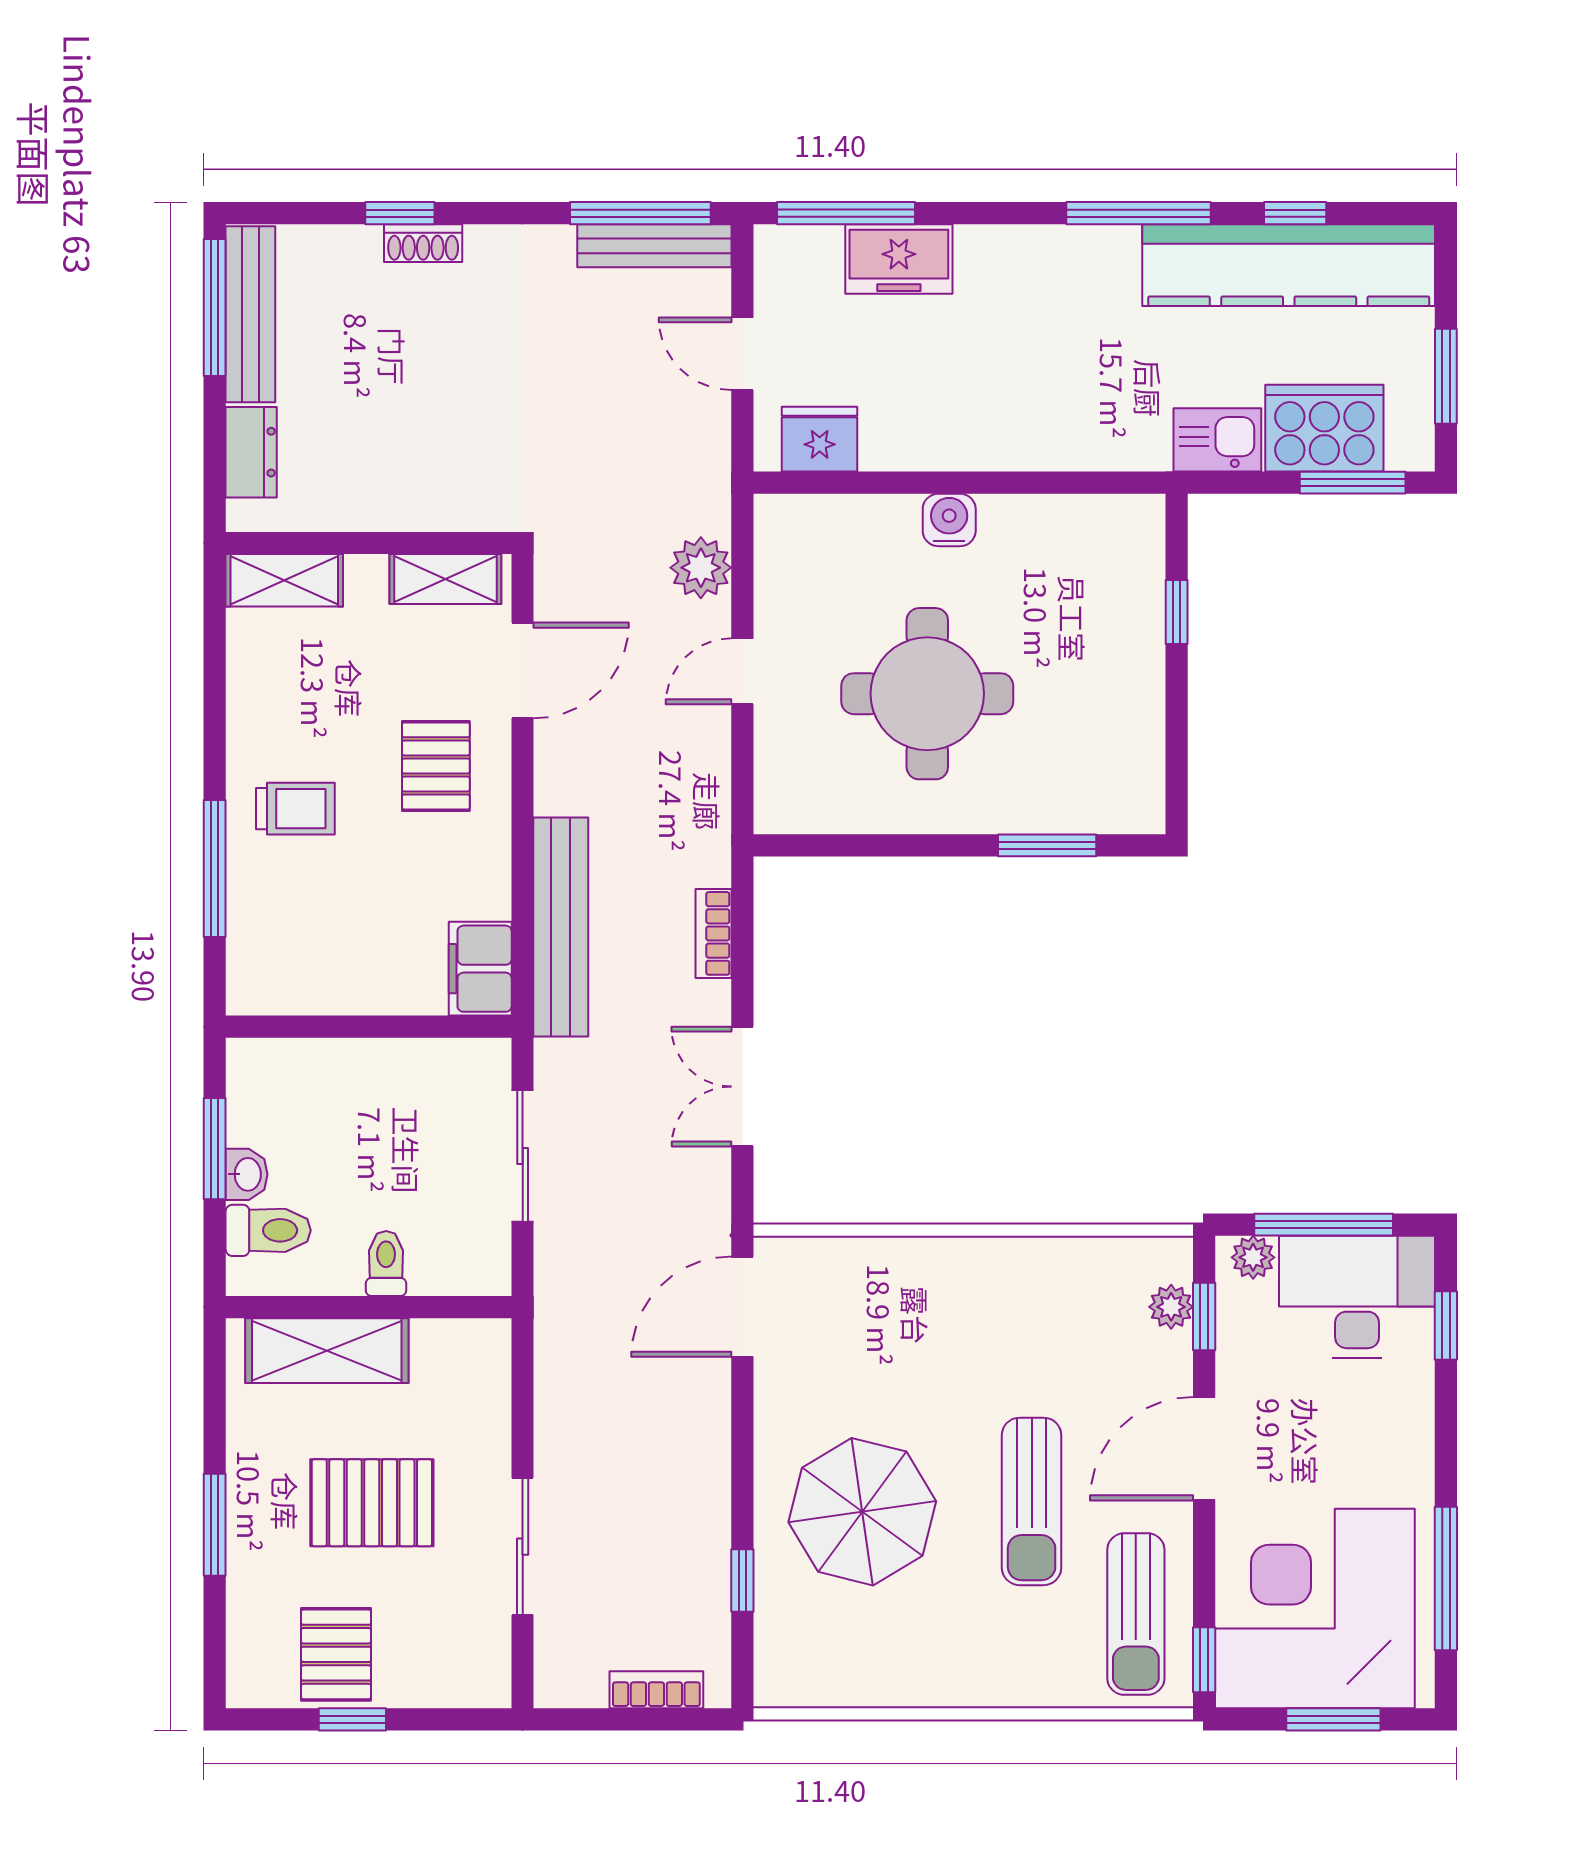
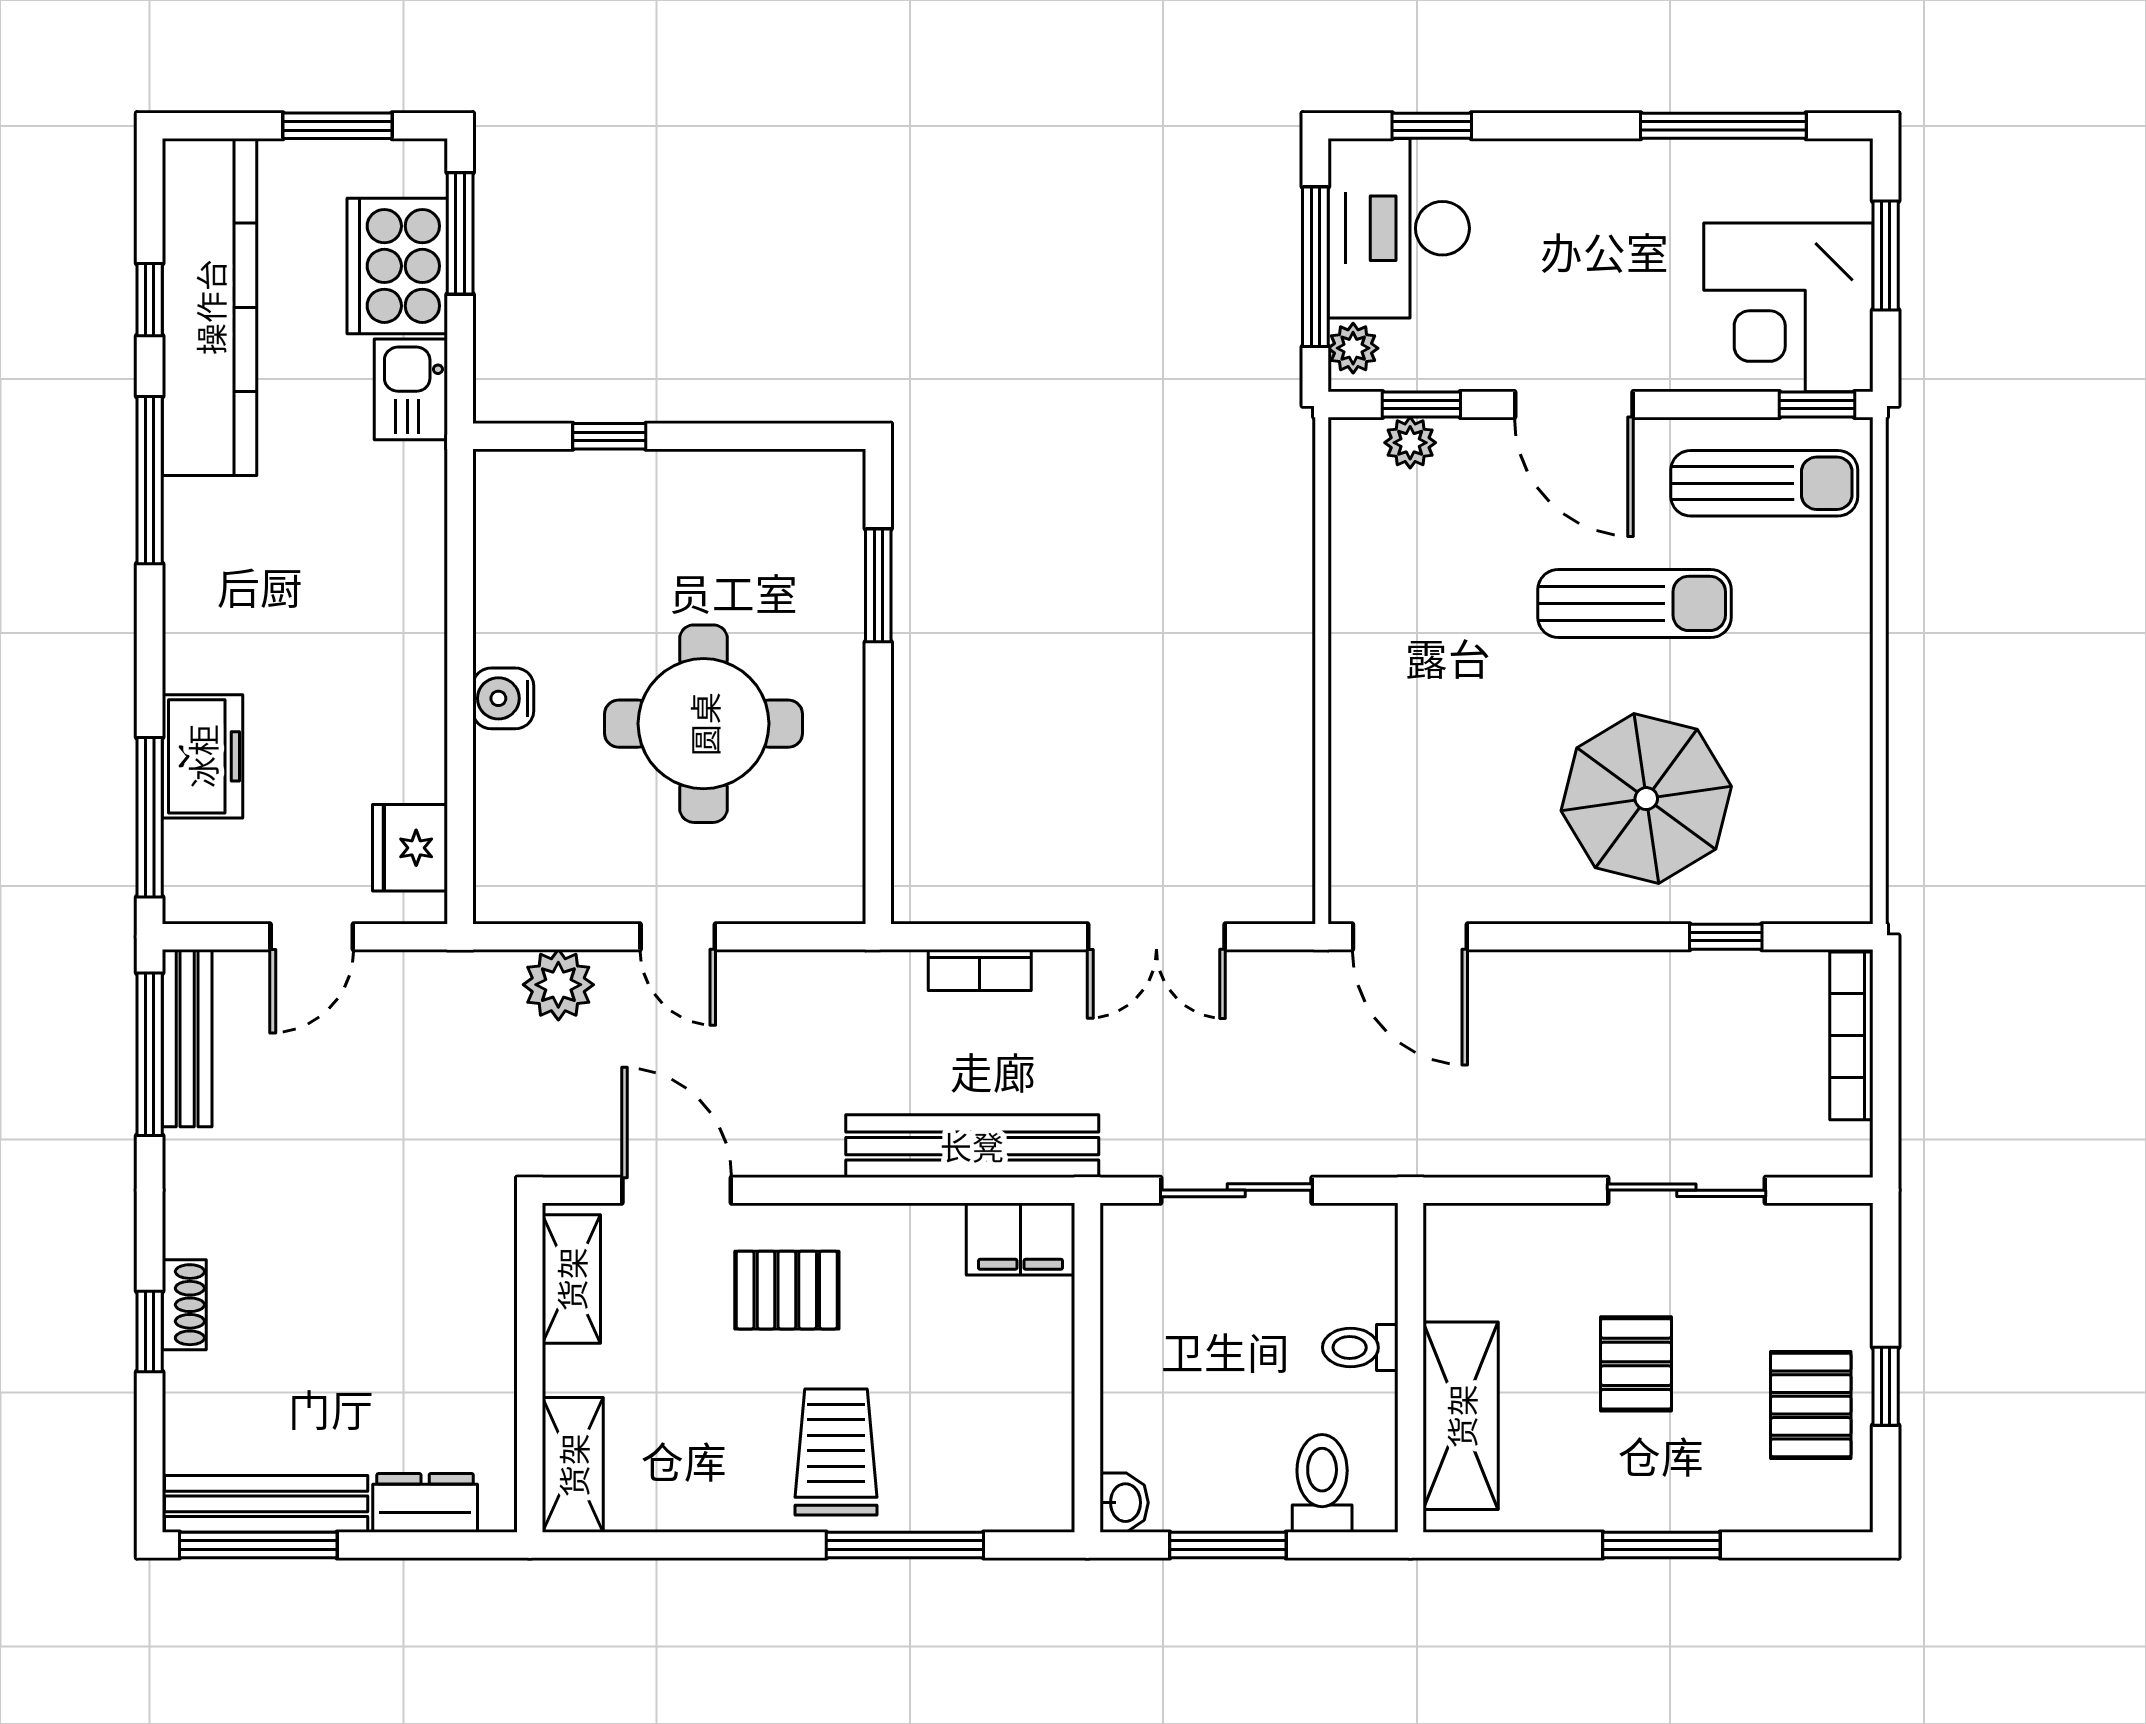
trolley: (295, 809) -> (836, 1452), width x1.36, depth x1.39
washbasin: (247, 1174) -> (1124, 1503), moved, turned 90
pallet: (372, 1503) -> (1636, 1364), width x0.67, depth x0.71
corner desk: (1315, 1609) -> (1788, 307), width x0.74, depth x0.74
pallet: (336, 1654) -> (1811, 1405), turned 90
bookcase: (656, 1690) -> (1851, 1036), width x1.56

